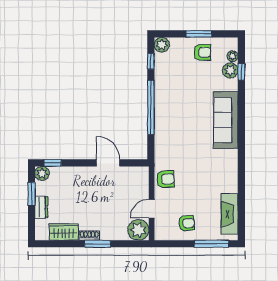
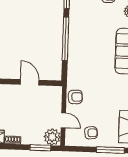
door: (152, 209) -> (63, 120), swing flipped
window: (98, 244) -> (40, 148), moved

